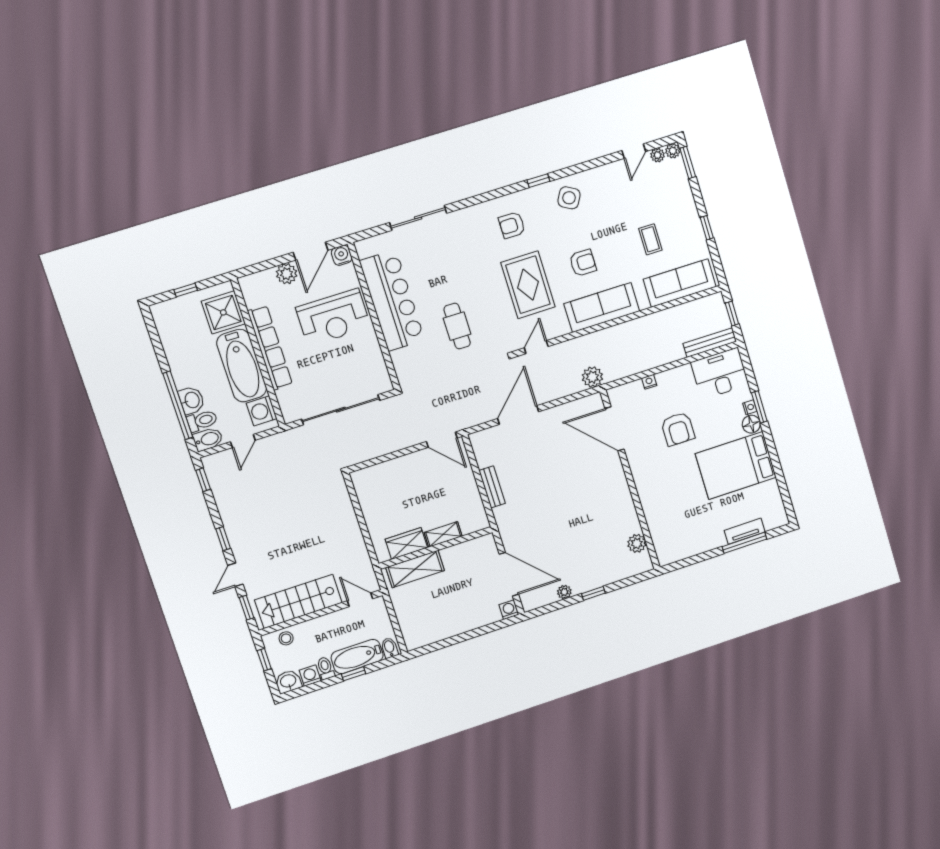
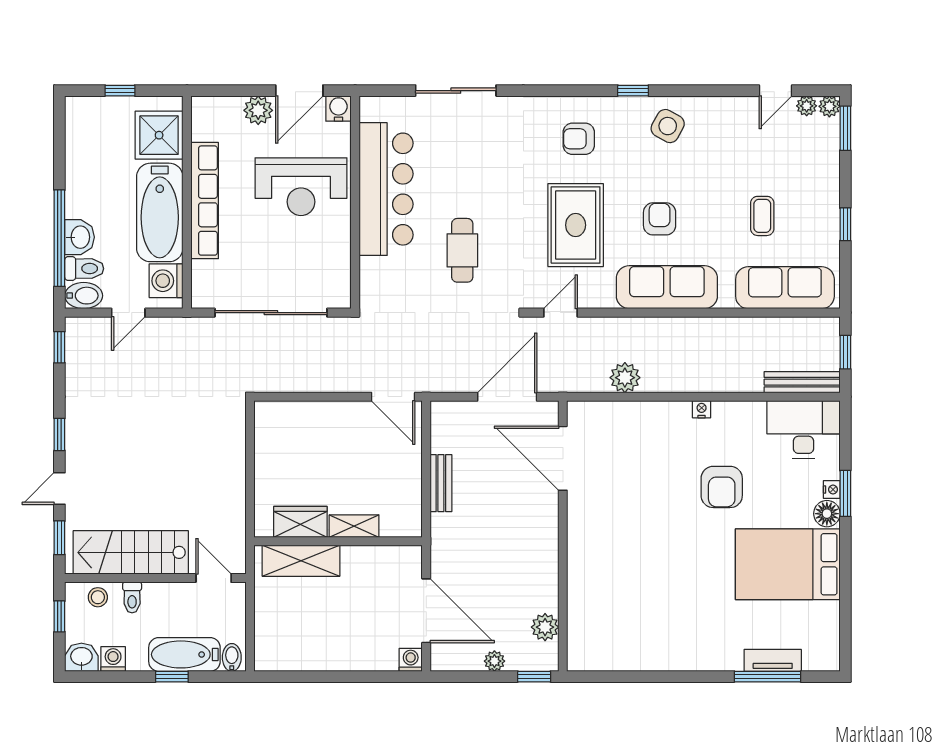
armchair: (583, 263) -> (660, 219), turned -90
door: (615, 429) -> (563, 458), moved
wall: (630, 480) -> (563, 536), moved
plant: (637, 543) -> (545, 627), moved
toilet: (325, 668) -> (132, 597), moved, turned 180

